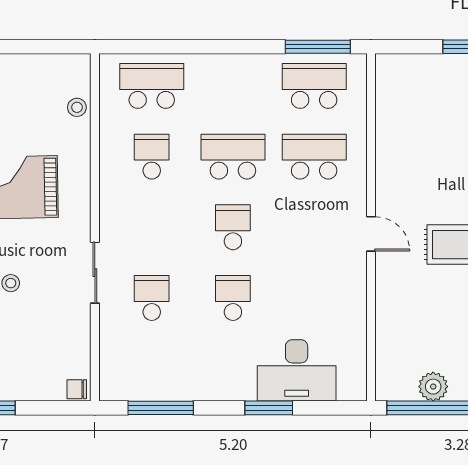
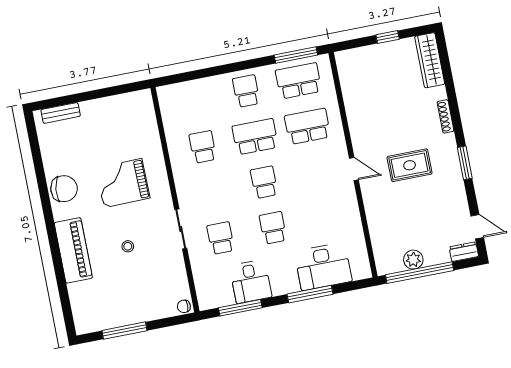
school desk: (152, 86) -> (246, 91), moved, width x0.54
stool: (77, 107) -> (148, 125), removed
desk: (184, 372) -> (251, 281), added
window: (269, 408) -> (310, 294), width x1.44

